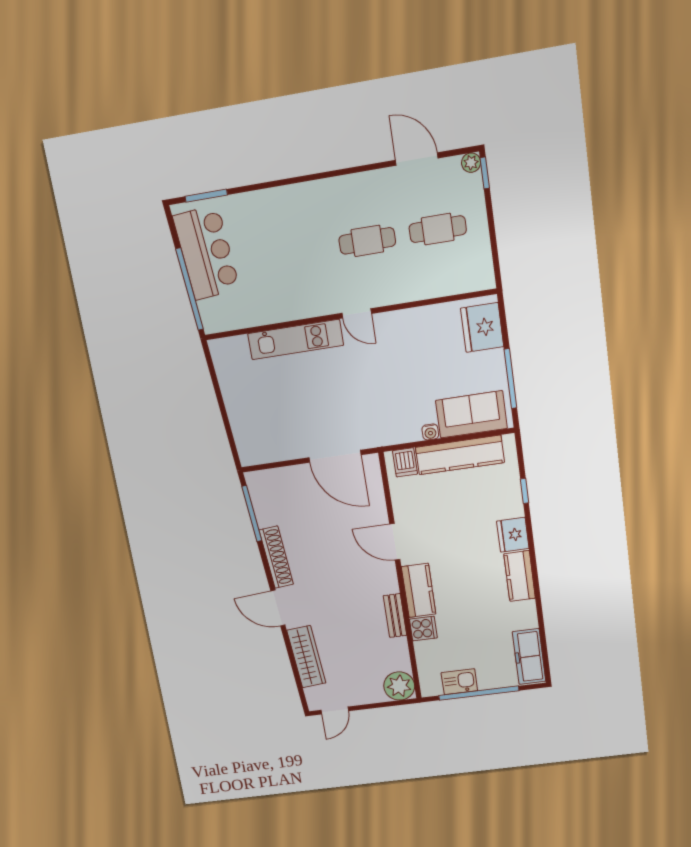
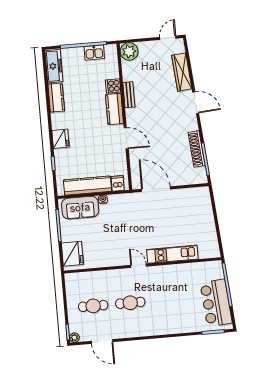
shoe rack: (276, 557) -> (197, 149), moved
kitchen counter: (520, 576) -> (56, 98), moved

